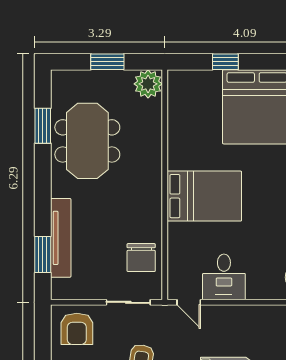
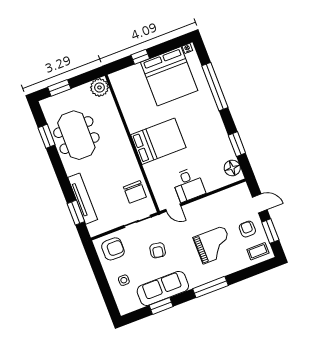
window: (107, 62) -> (59, 88), moved
armchair: (77, 329) -> (113, 249), turned -90

